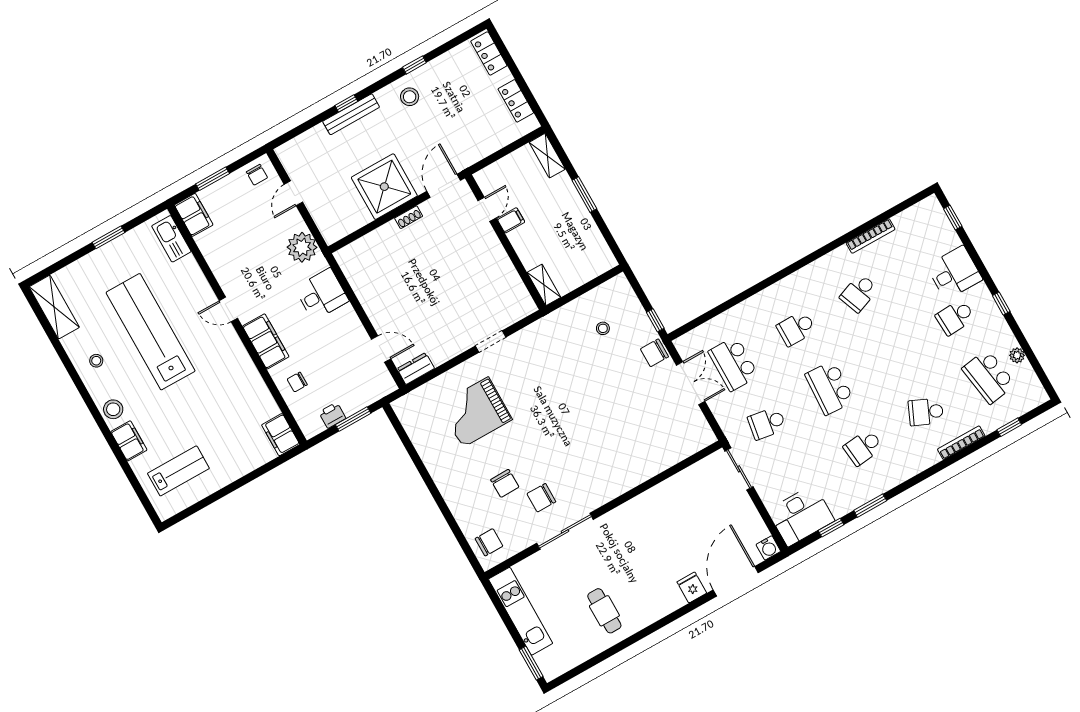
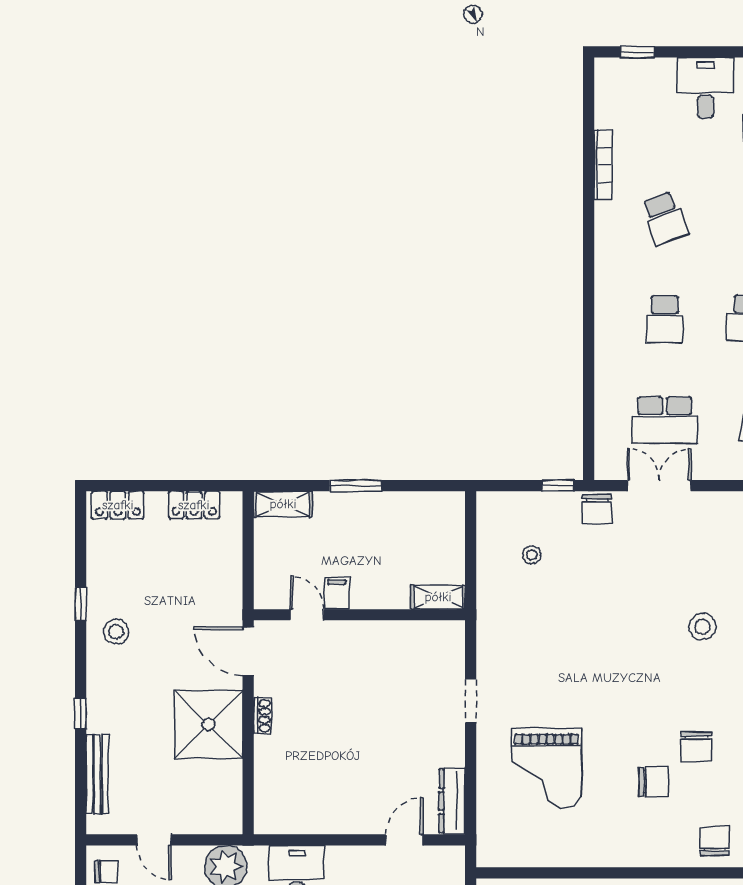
bench: (351, 114) -> (97, 774), moved
dresser: (416, 369) -> (452, 801), width x1.44
stool: (618, 460) -> (702, 627), added

